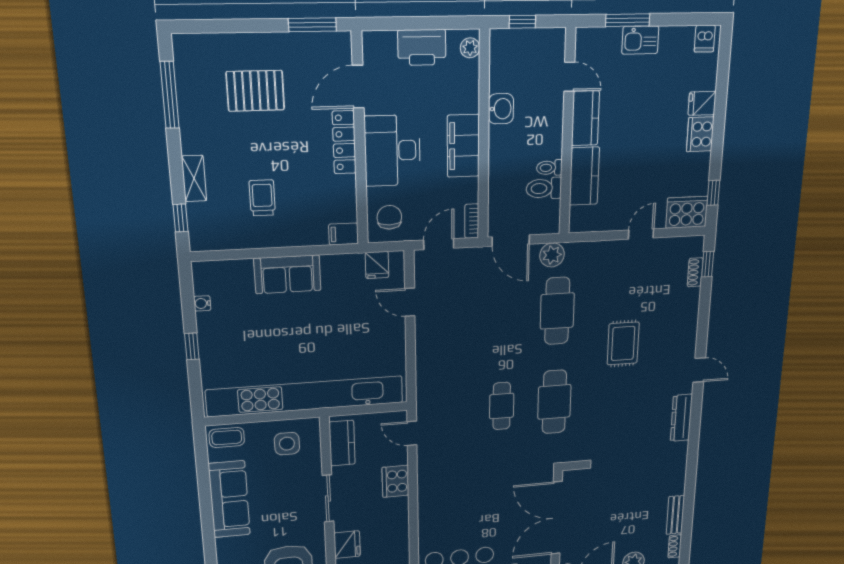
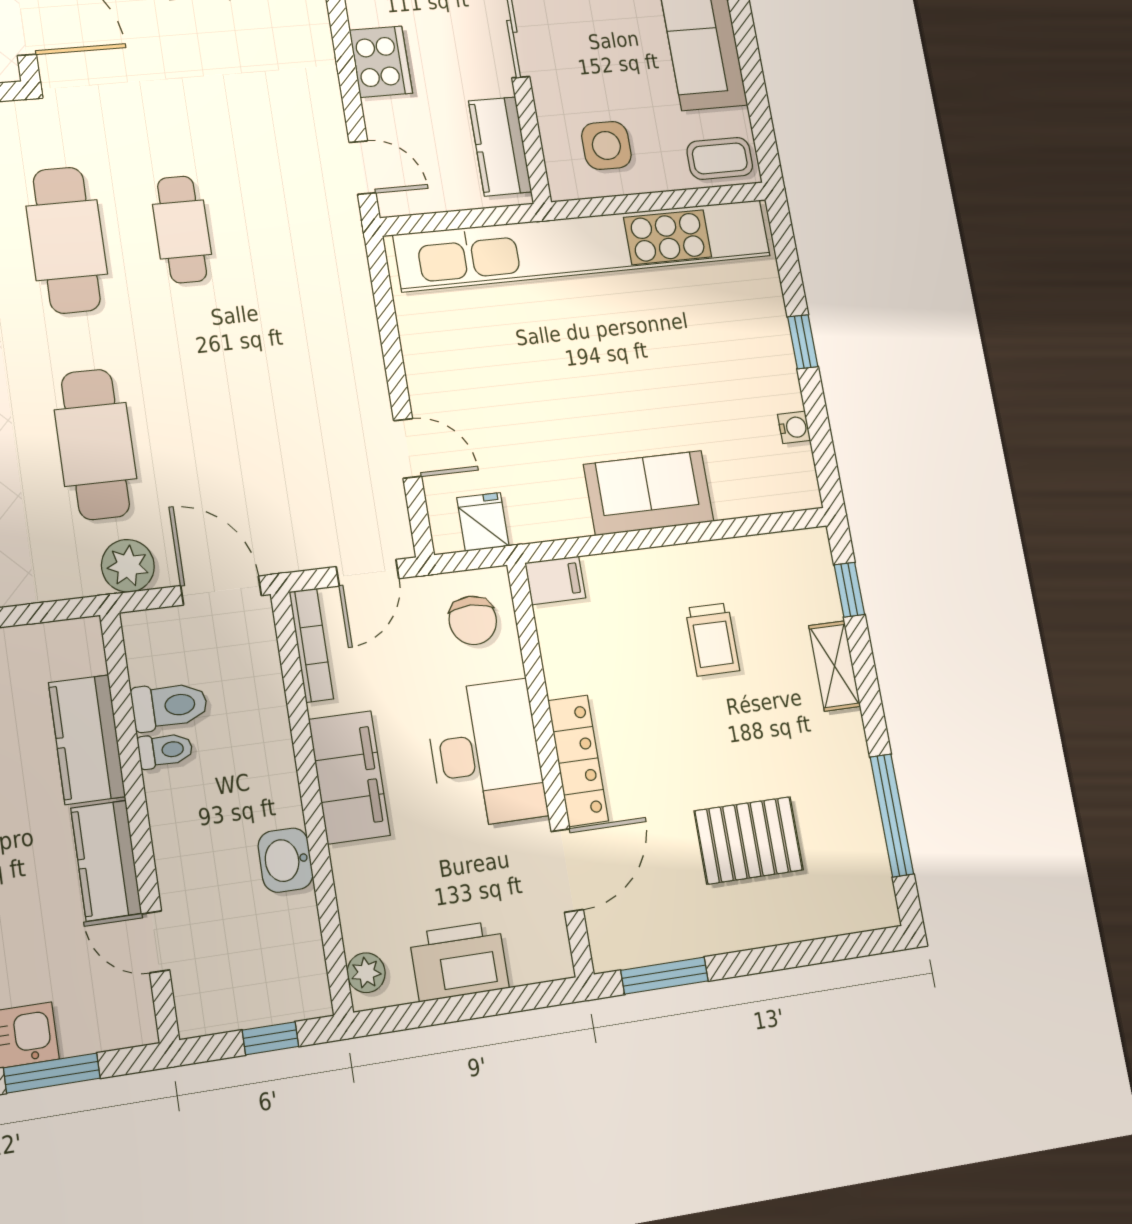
bookcase: (472, 221) -> (311, 645), width x1.56

